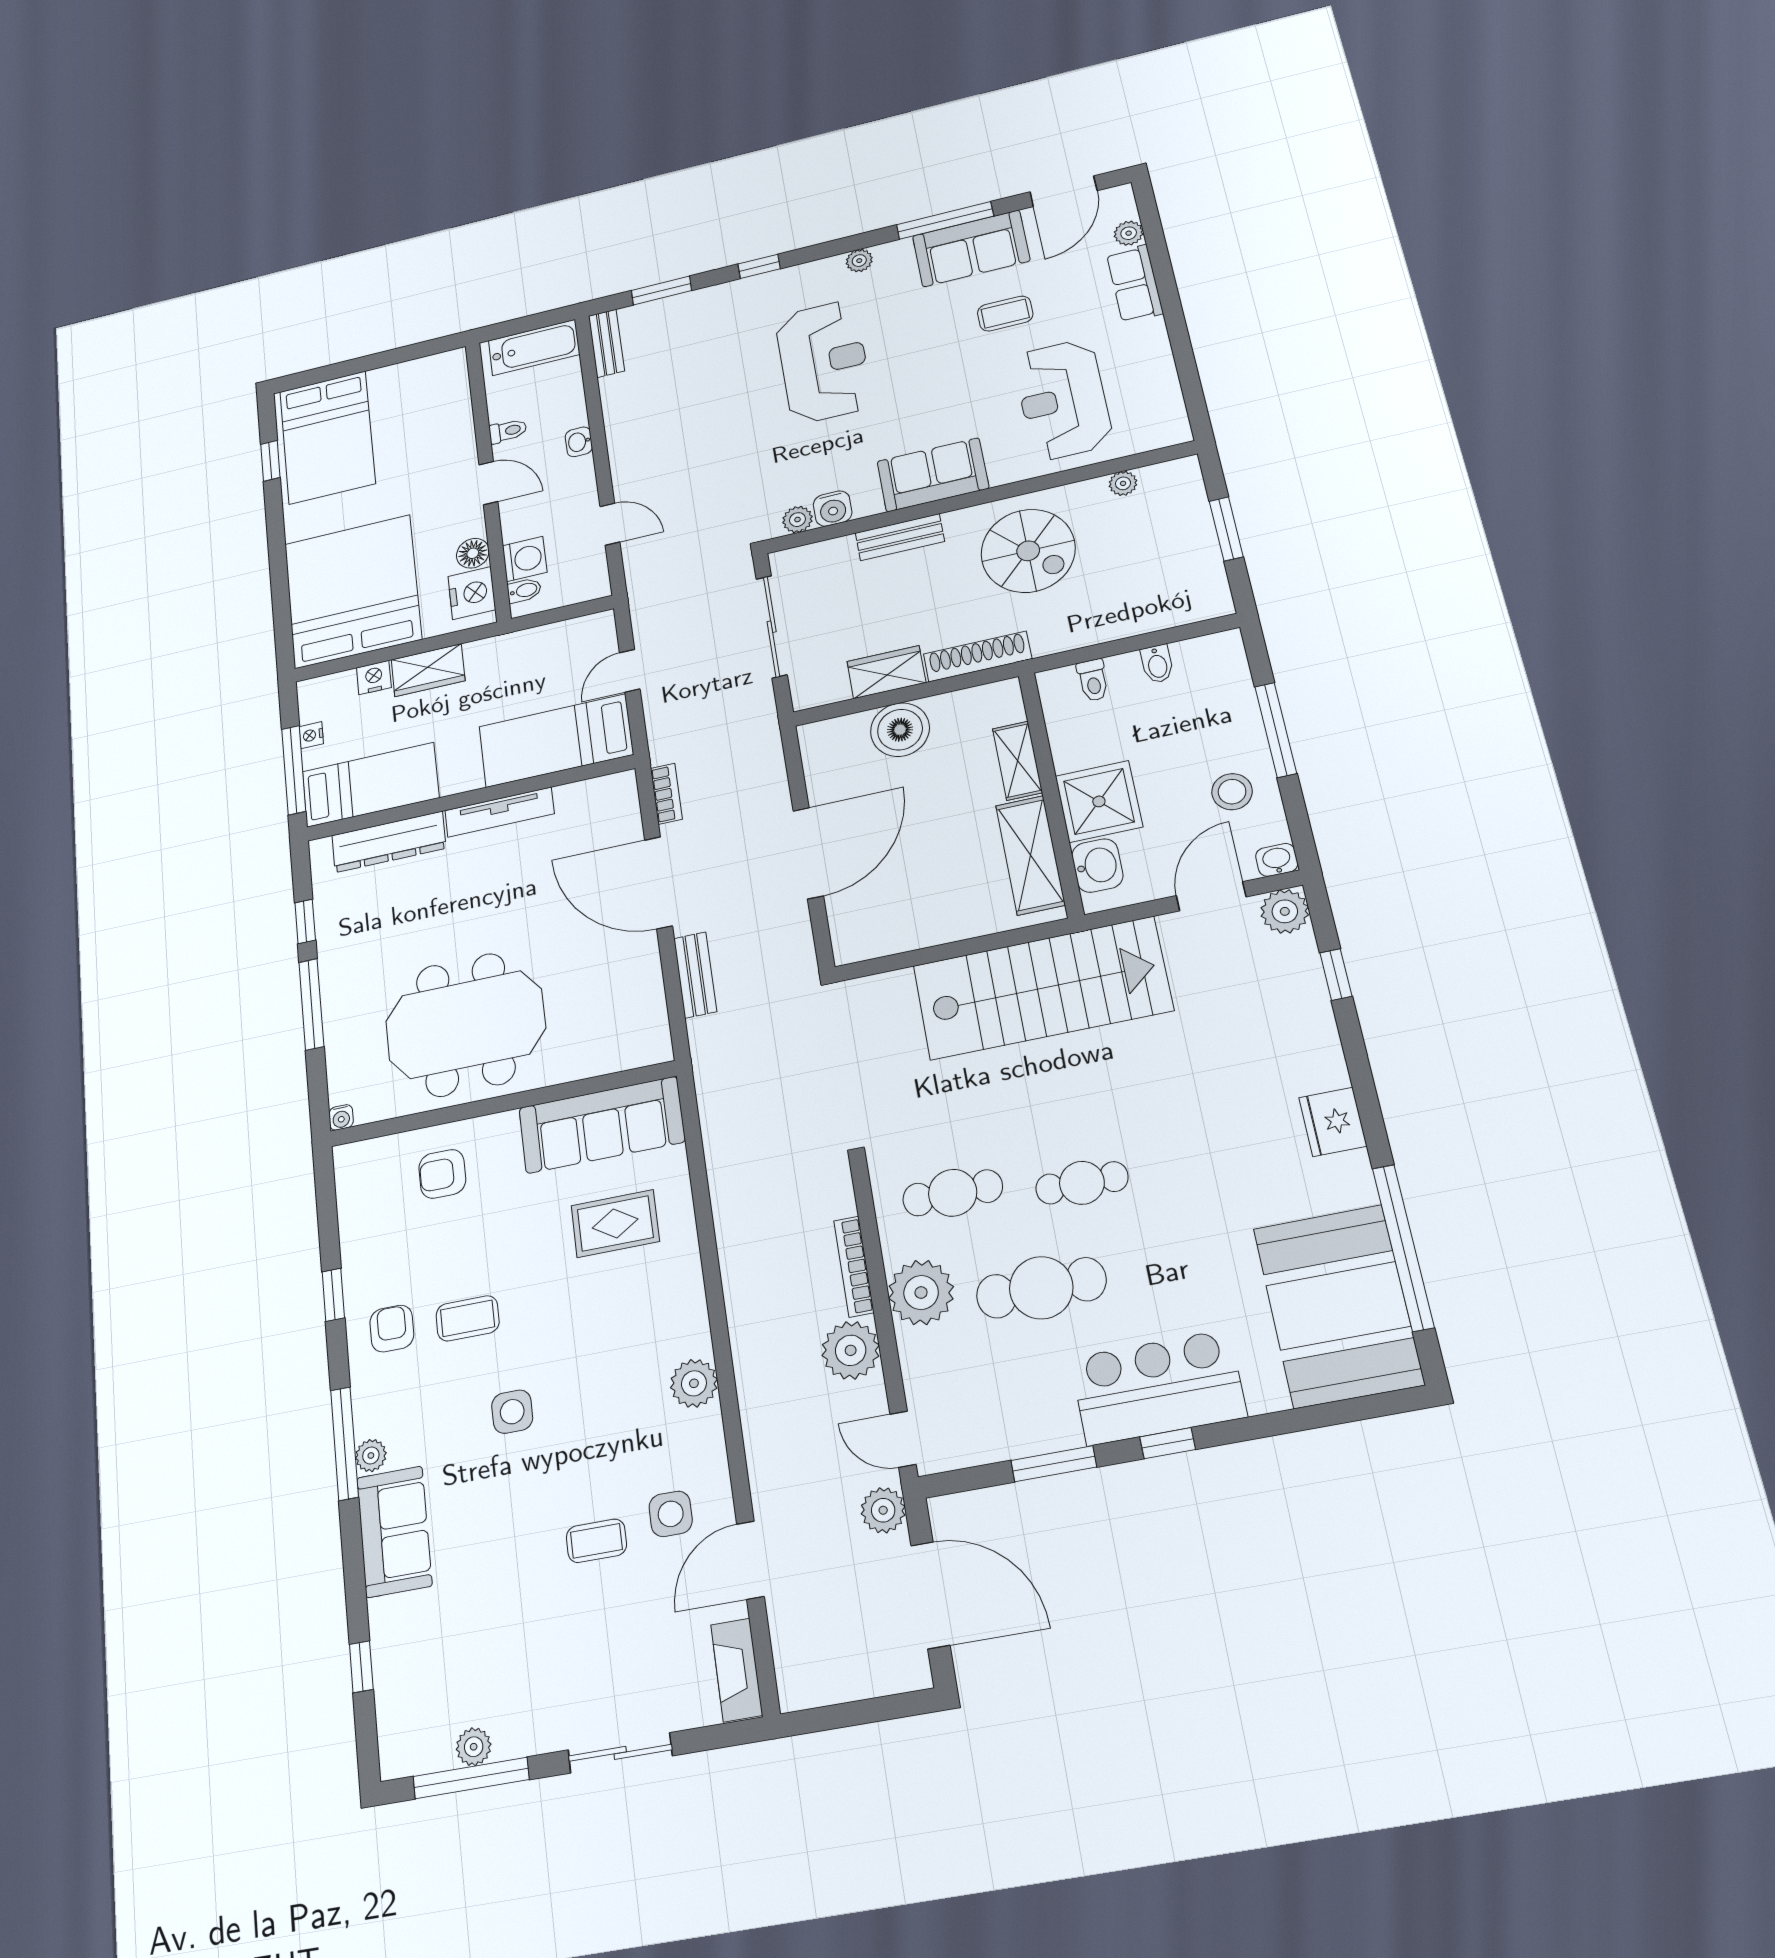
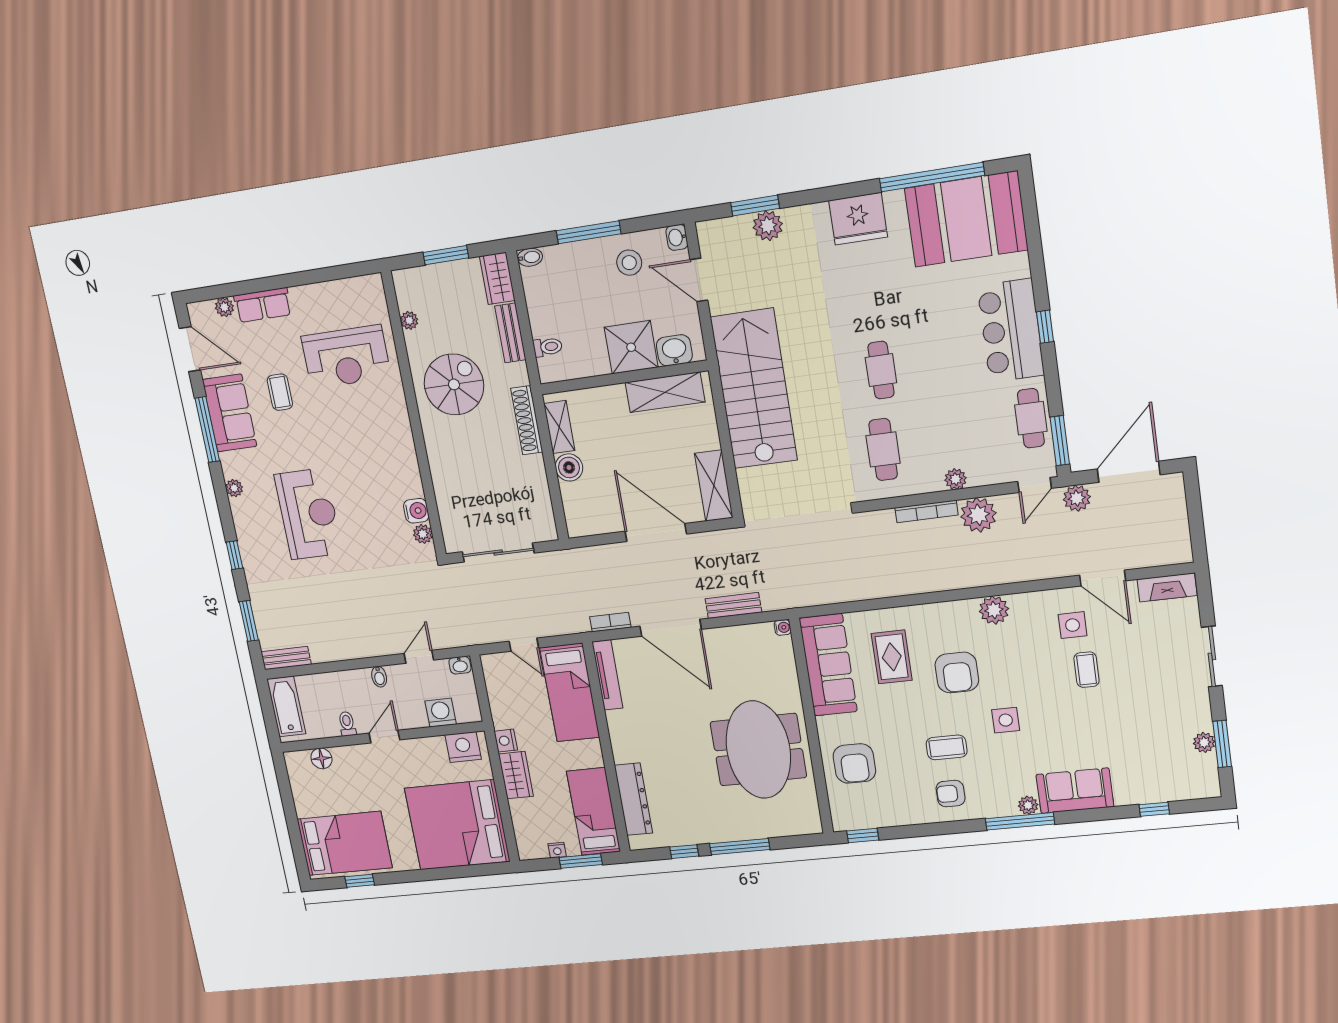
reception desk: (824, 362) -> (308, 514), turned 90
washbasin: (579, 442) -> (460, 665), moved
sofa: (933, 475) -> (396, 444), removed
bench: (900, 537) -> (510, 333), moved
floor lamp: (473, 553) -> (321, 758), moved
bidet: (524, 590) -> (379, 677), moved, turned 180
bidet: (1157, 664) -> (530, 257), moved
wardrobe: (886, 672) -> (497, 278), moved
nightstand: (374, 678) -> (506, 741), moved
boiler: (900, 730) -> (569, 467), width x0.73, depth x0.73
shelving: (1017, 761) -> (559, 427), moved, turned 90
window: (294, 770) -> (581, 861), width x0.69
tv unit: (500, 812) -> (607, 675), moved
door: (659, 883) -> (671, 628), hinge flipped
plant: (1285, 911) -> (768, 226), moved
shelving: (885, 935) -> (714, 486), added
window: (1336, 975) -> (755, 206), width x1.50
water cooler: (341, 1117) -> (783, 627), moved
fridge: (1333, 1122) -> (858, 219), width x1.36, depth x1.34
armchair: (442, 1174) -> (854, 763), width x1.38, depth x1.38
cafe table: (1041, 1288) -> (1031, 418), moved, width x0.73, depth x0.74
plant: (921, 1293) -> (956, 479), width x0.53, depth x0.53
window: (333, 1295) -> (863, 836), moved
coffee table: (468, 1318) -> (947, 747), turned 90
armchair: (590, 1329) -> (957, 673), added
window: (1054, 1464) -> (1060, 441), moved
window: (471, 1778) -> (1222, 744), width x0.69

